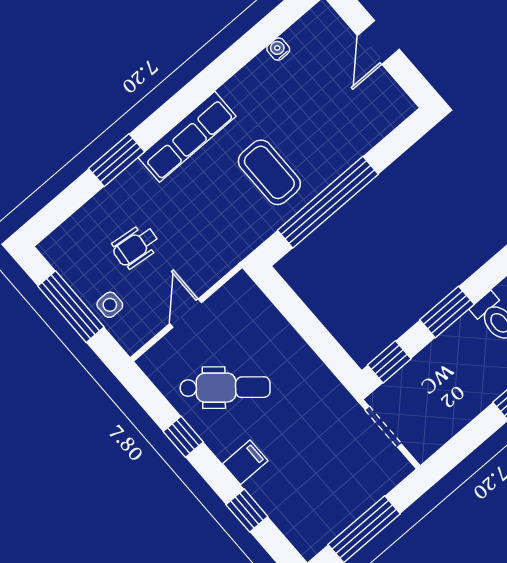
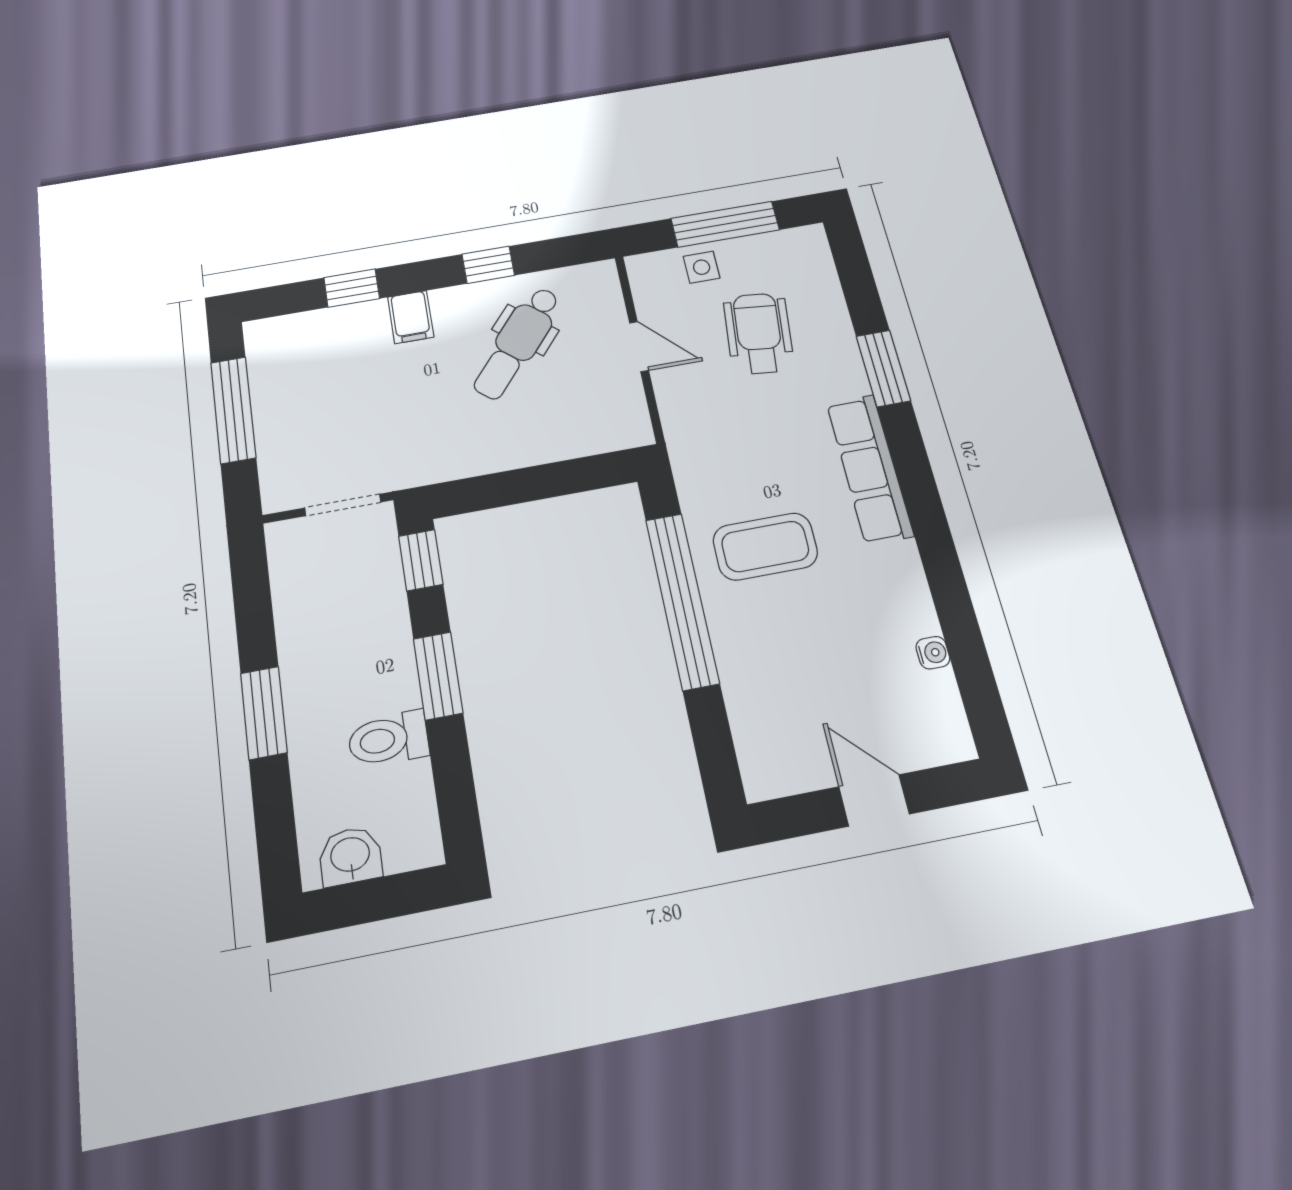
wheelchair: (136, 246) -> (759, 333), width x1.36, depth x1.37

